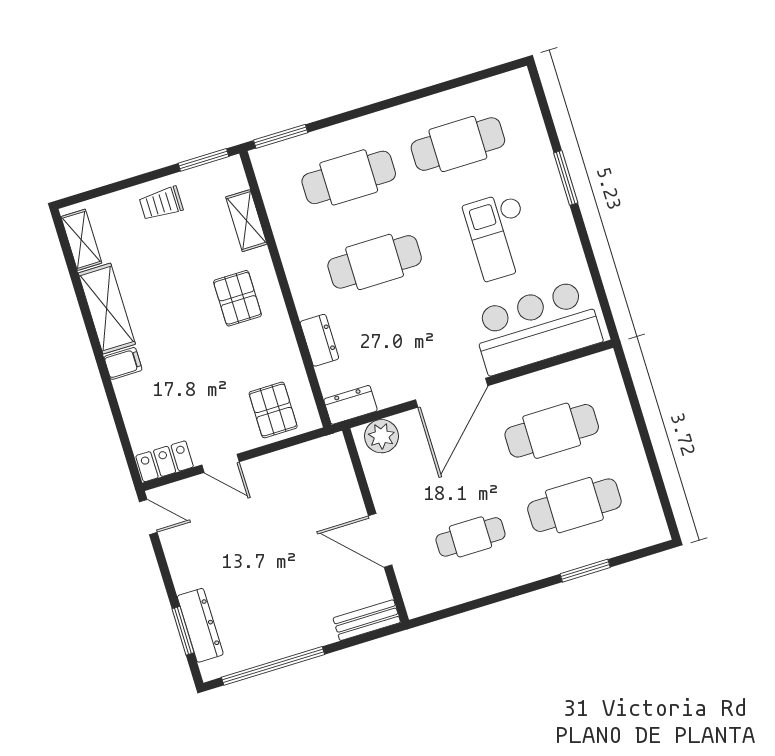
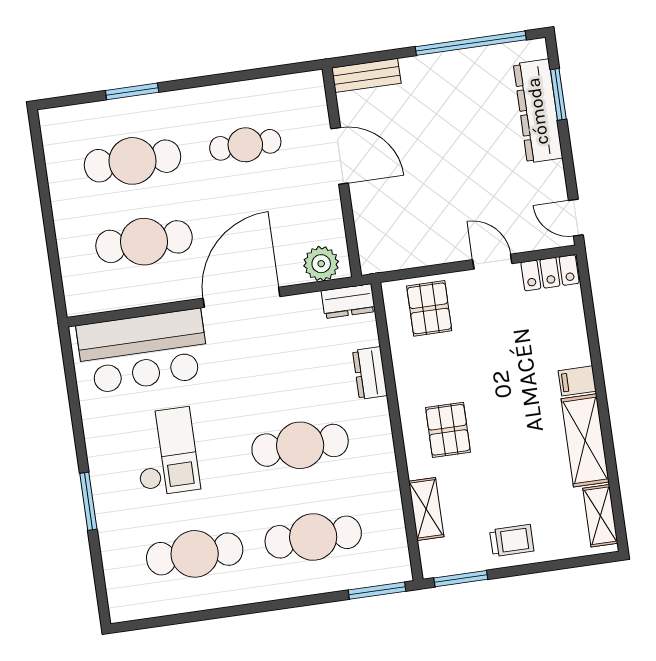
dresser: (200, 625) -> (538, 111), width x1.37, depth x1.24

